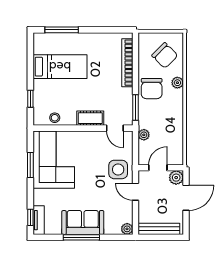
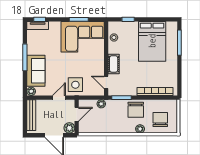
chair: (165, 55) -> (160, 119), turned 135
bed: (60, 67) -> (152, 41), width x1.50
chair: (152, 89) -> (136, 110), turned -90
door: (115, 128) -> (106, 82), hinge flipped
door: (158, 168) -> (77, 114), hinge flipped
sofa: (83, 223) -> (36, 71), moved

